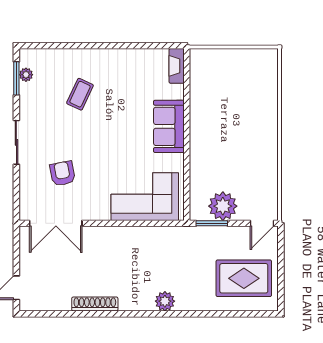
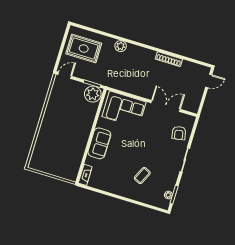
armchair: (62, 173) -> (179, 133), moved
plant: (223, 206) -> (93, 94), moved
double door: (56, 223) -> (166, 106), moved
plant: (165, 301) -> (121, 46), moved

